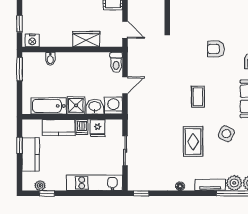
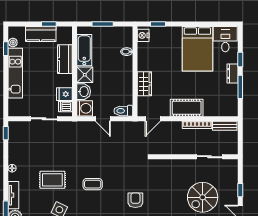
window: (20, 69) -> (103, 24), moved
dishwasher: (82, 127) -> (65, 107), moved
kitchen unit: (95, 183) -> (15, 73), moved

